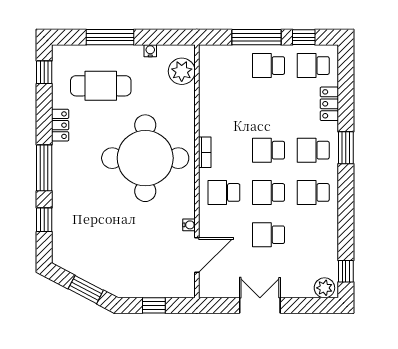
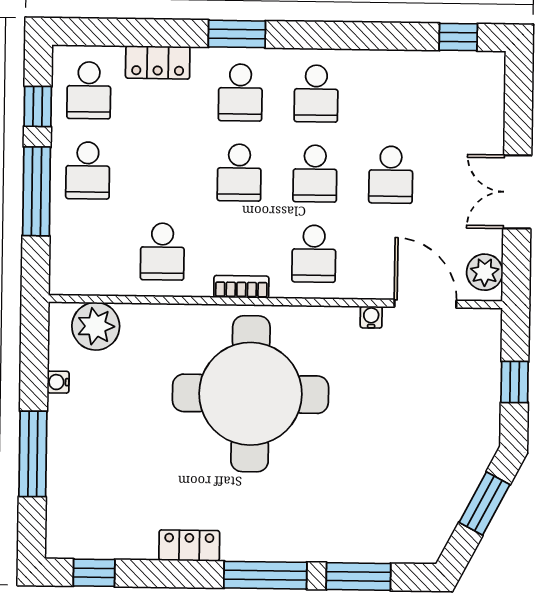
cafe table: (101, 86) -> (120, 472), removed
school desk: (224, 108) -> (162, 252), added
window: (44, 220) -> (358, 576), width x1.50
plant: (324, 288) -> (485, 272), moved

